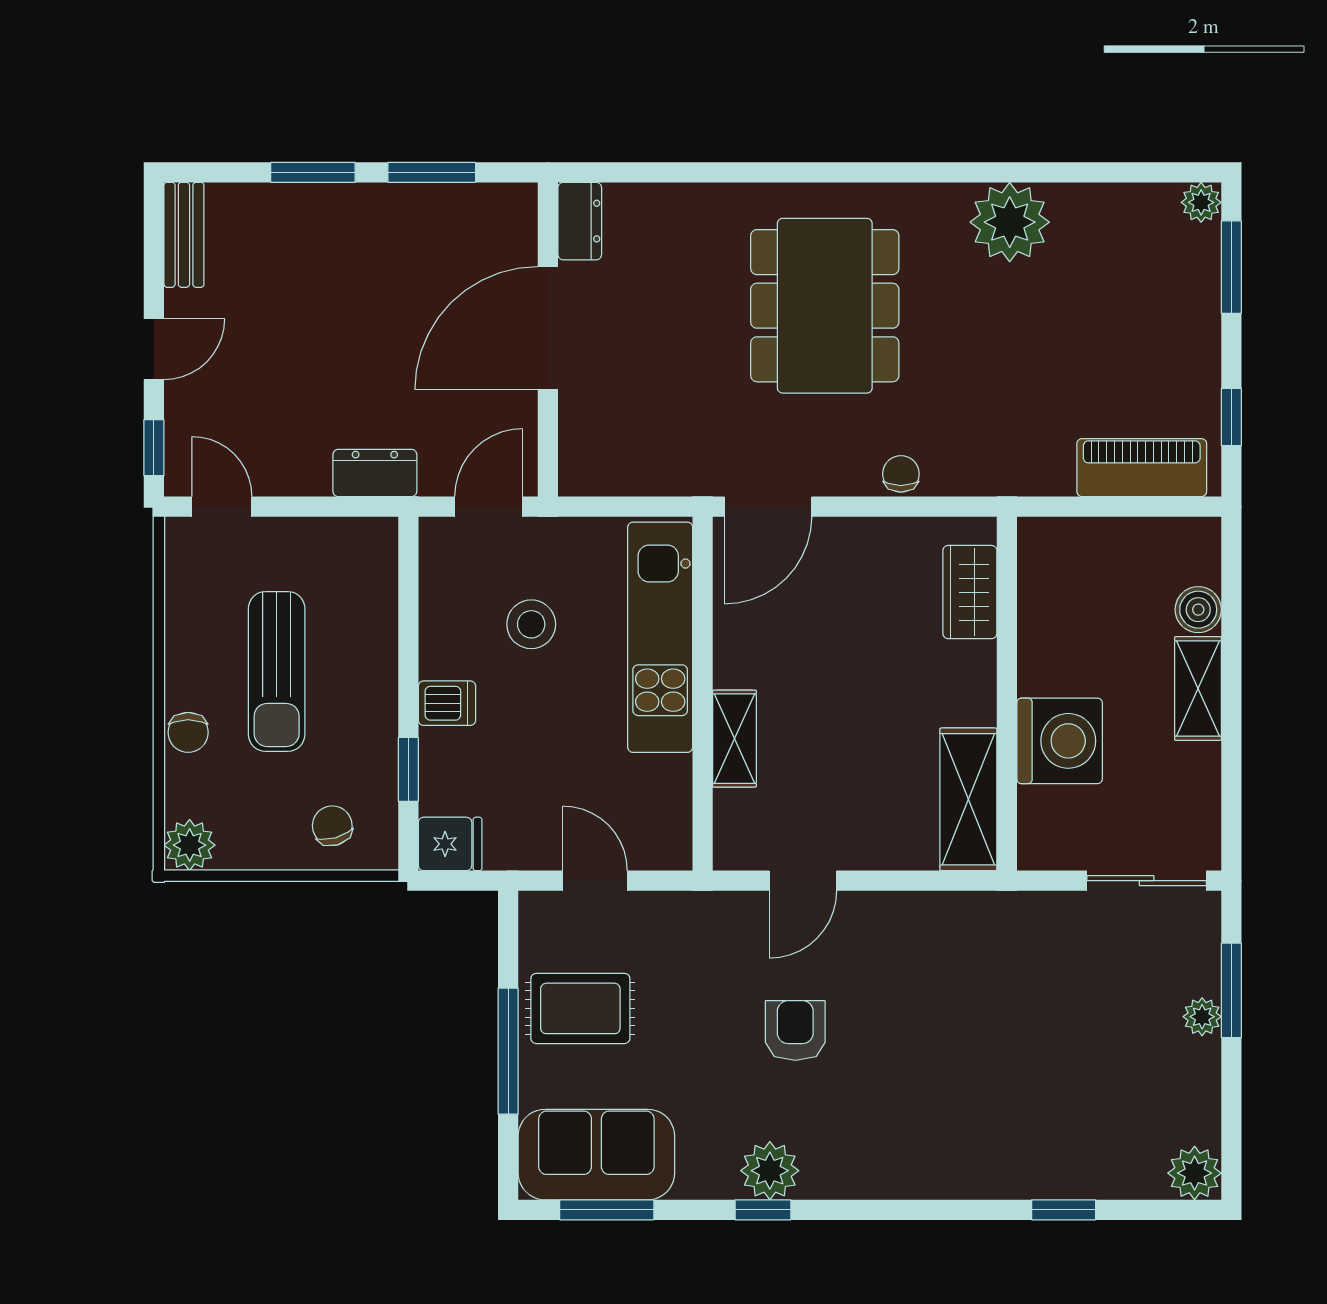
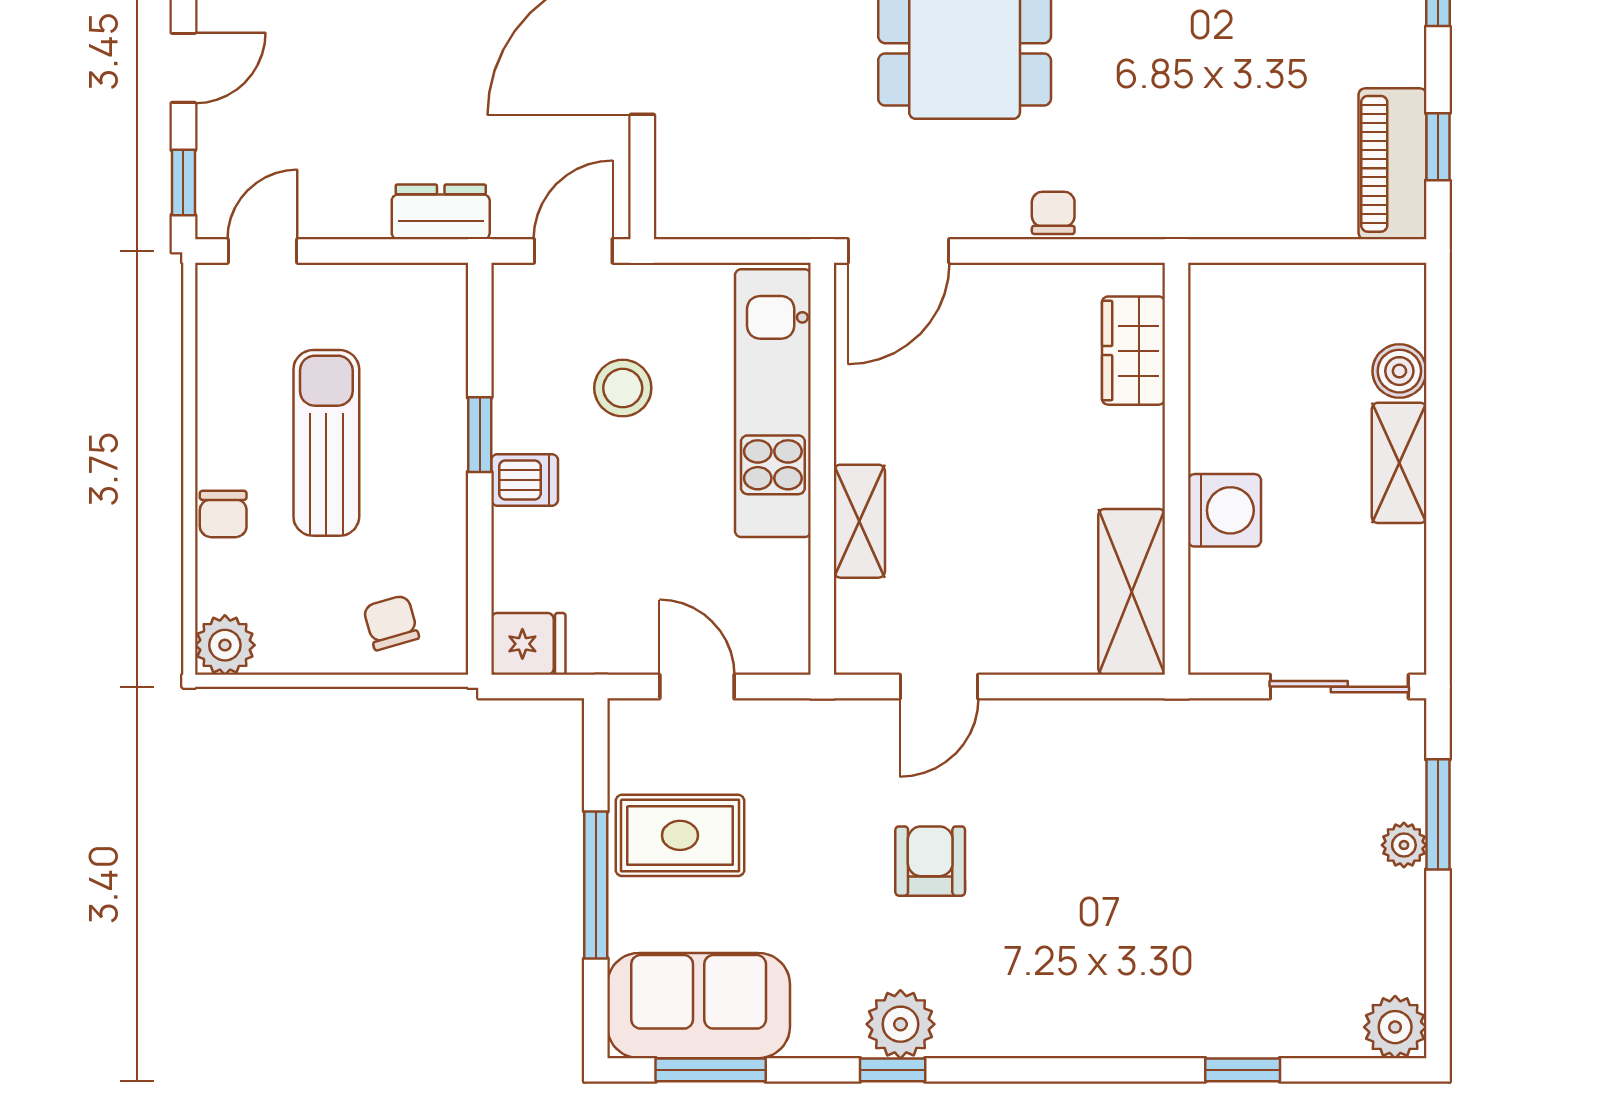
piano: (1142, 468) -> (1392, 164), moved, turned -90
door: (222, 507) -> (263, 251), hinge flipped
sun lounger: (277, 671) -> (326, 443), turned 180
washing machine: (1060, 741) -> (1225, 510), width x0.73, depth x0.73
window: (408, 769) -> (480, 435), moved

